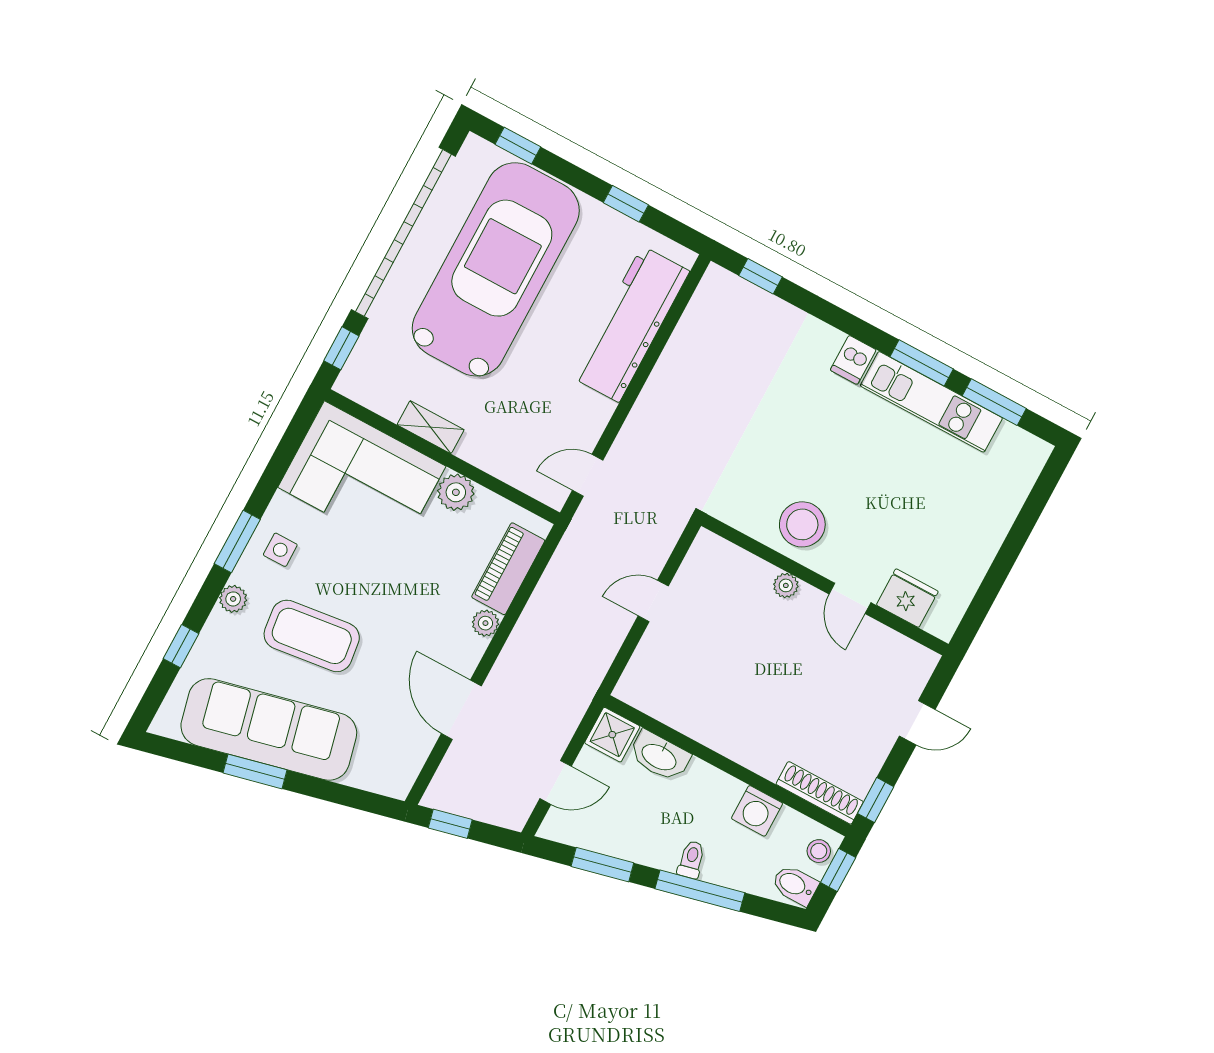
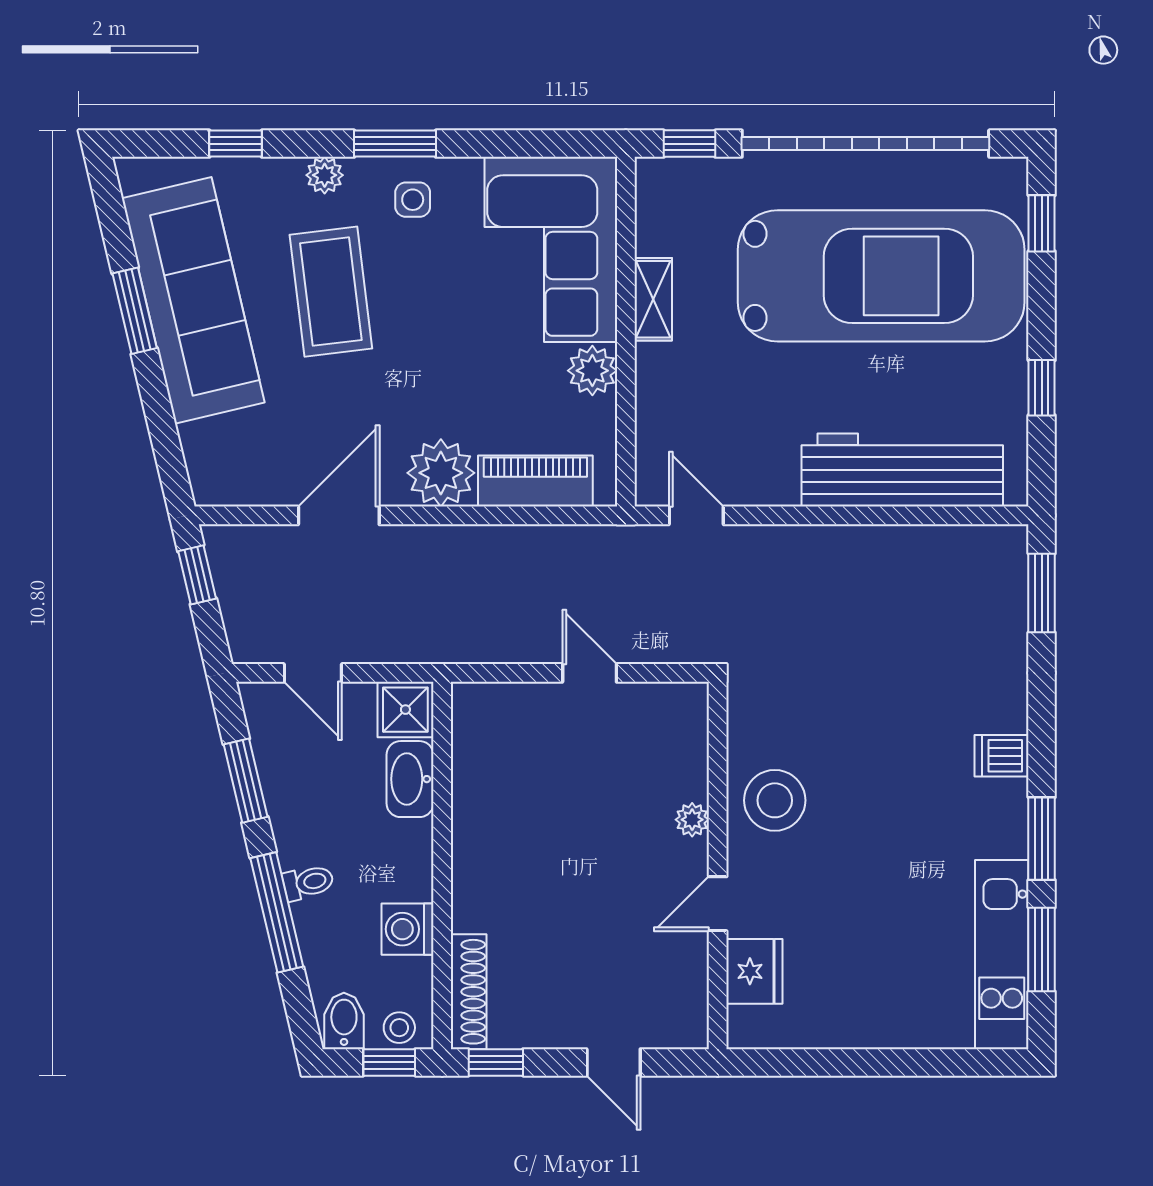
window: (760, 276) -> (1042, 593), width x1.50
kitchen unit: (931, 402) -> (1002, 955), moved
plant: (485, 623) -> (441, 473), width x1.88, depth x1.88

